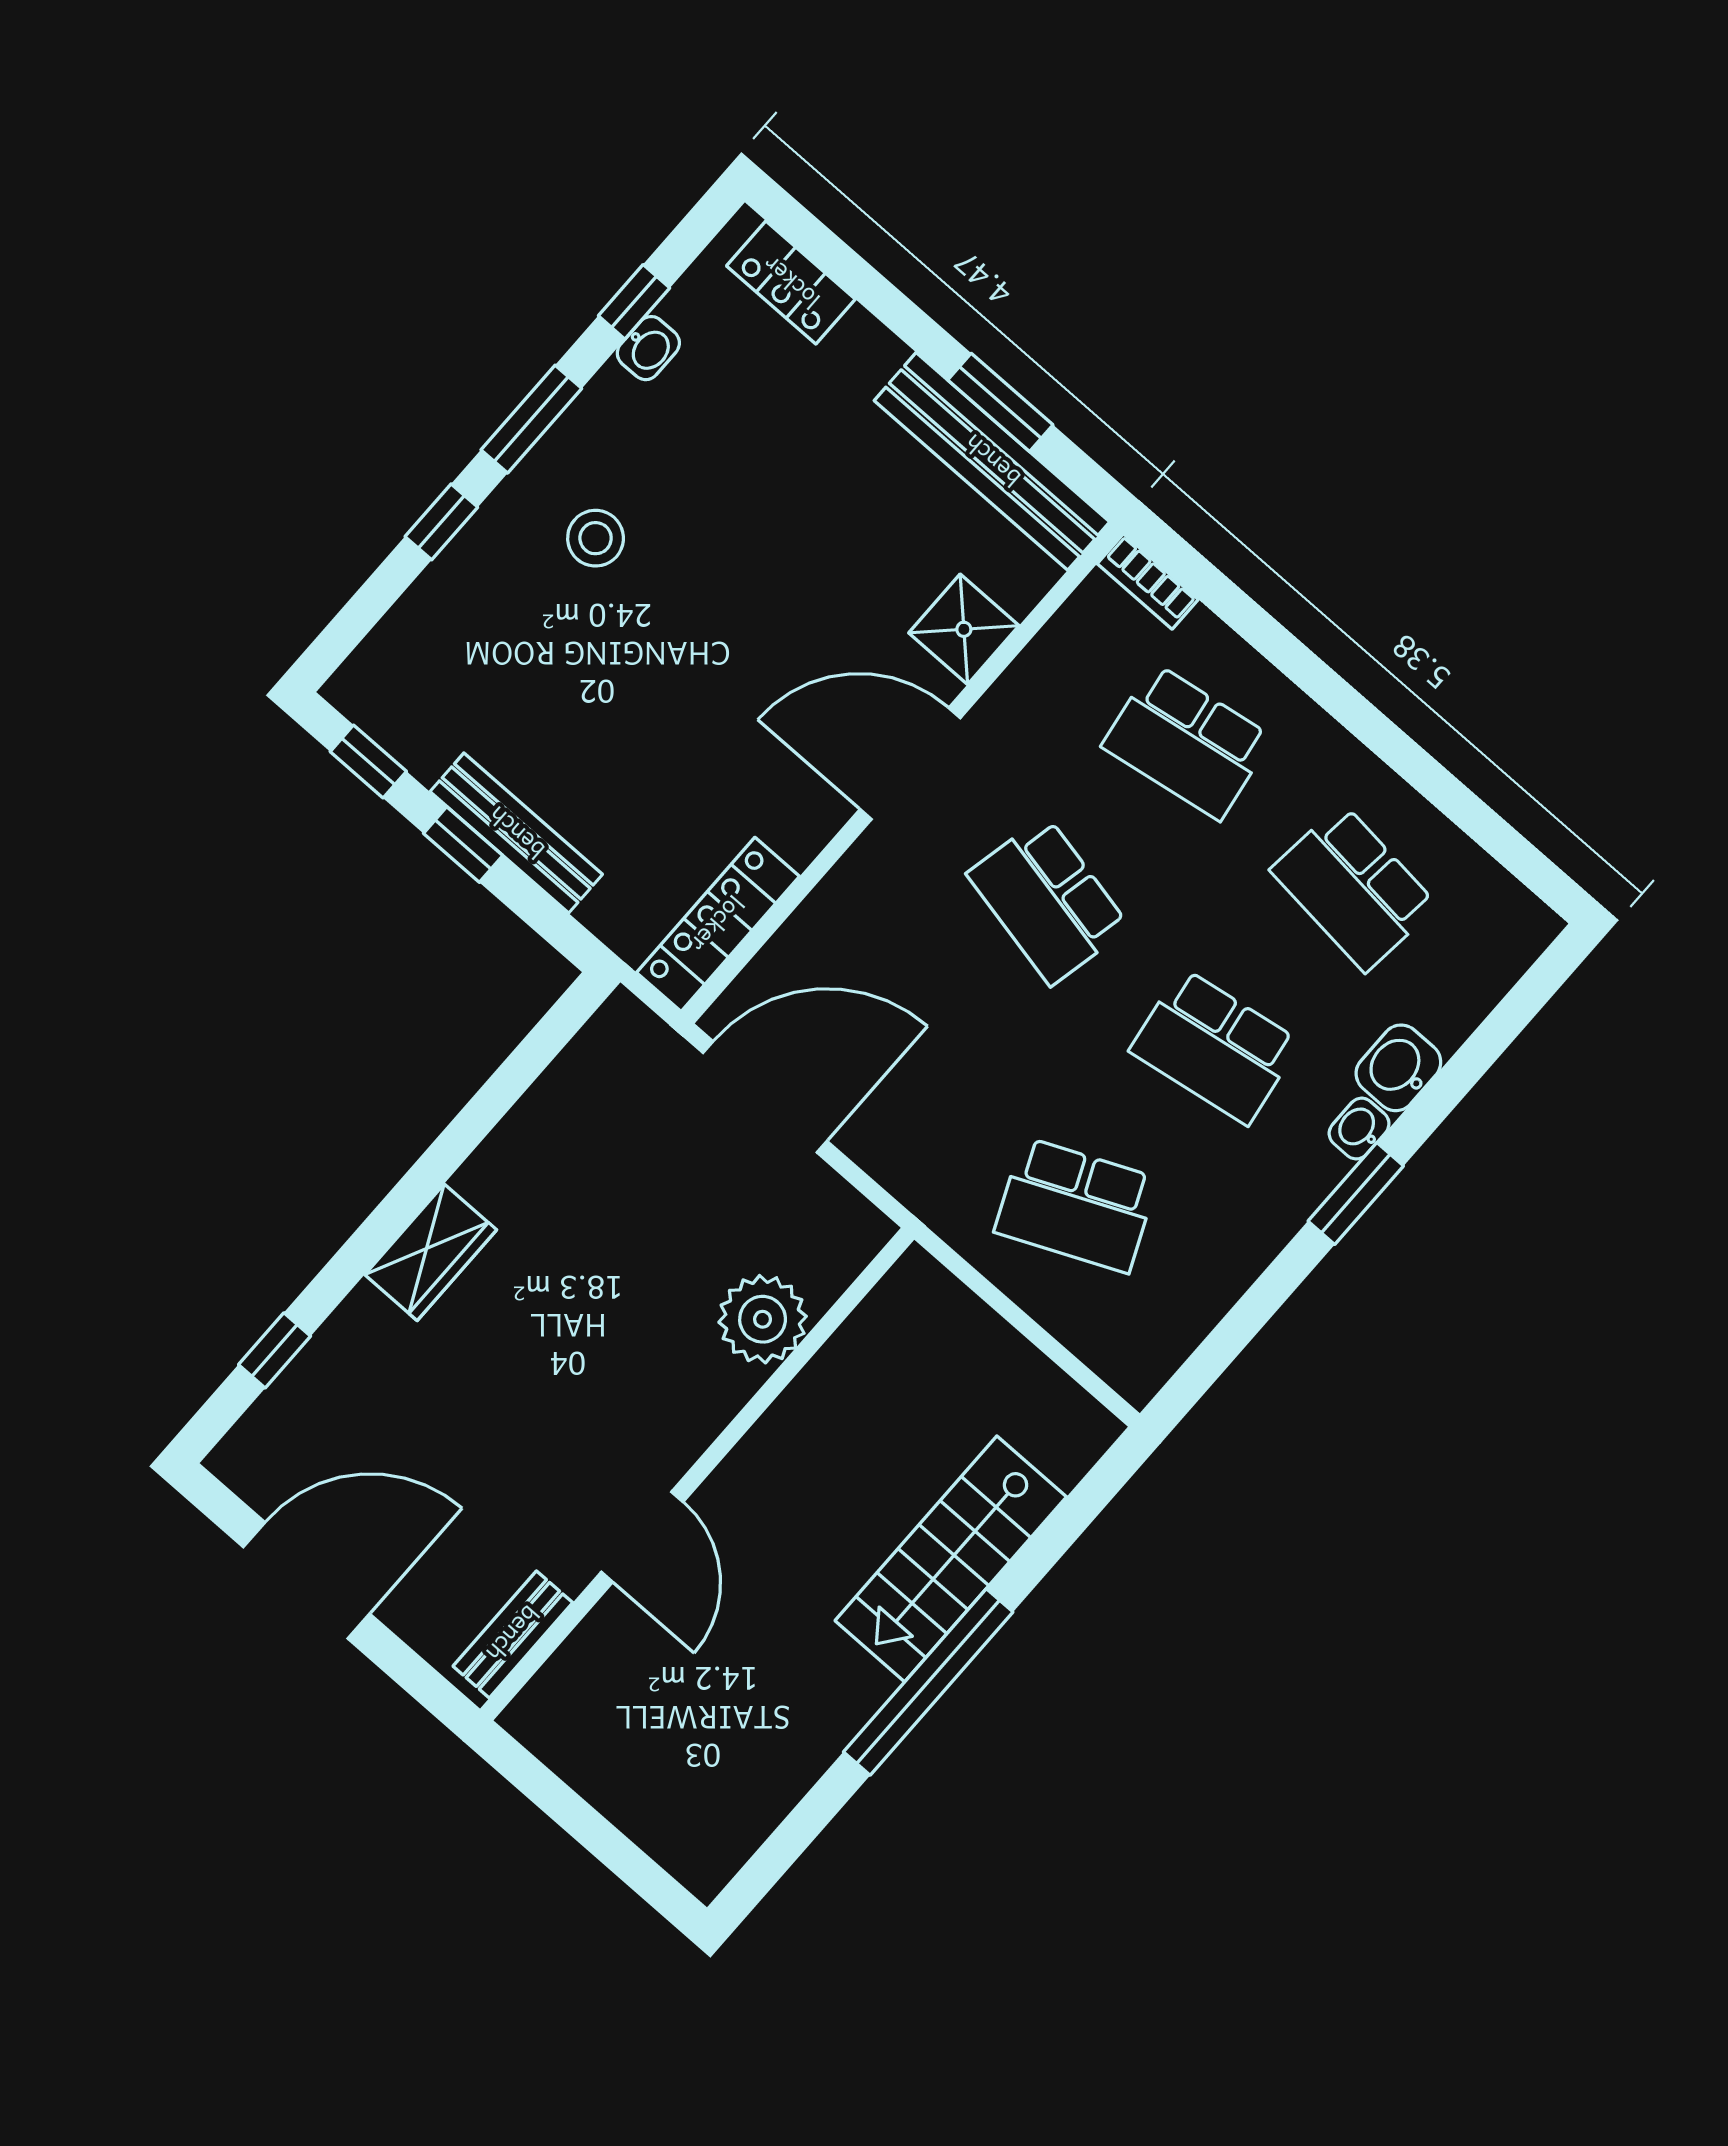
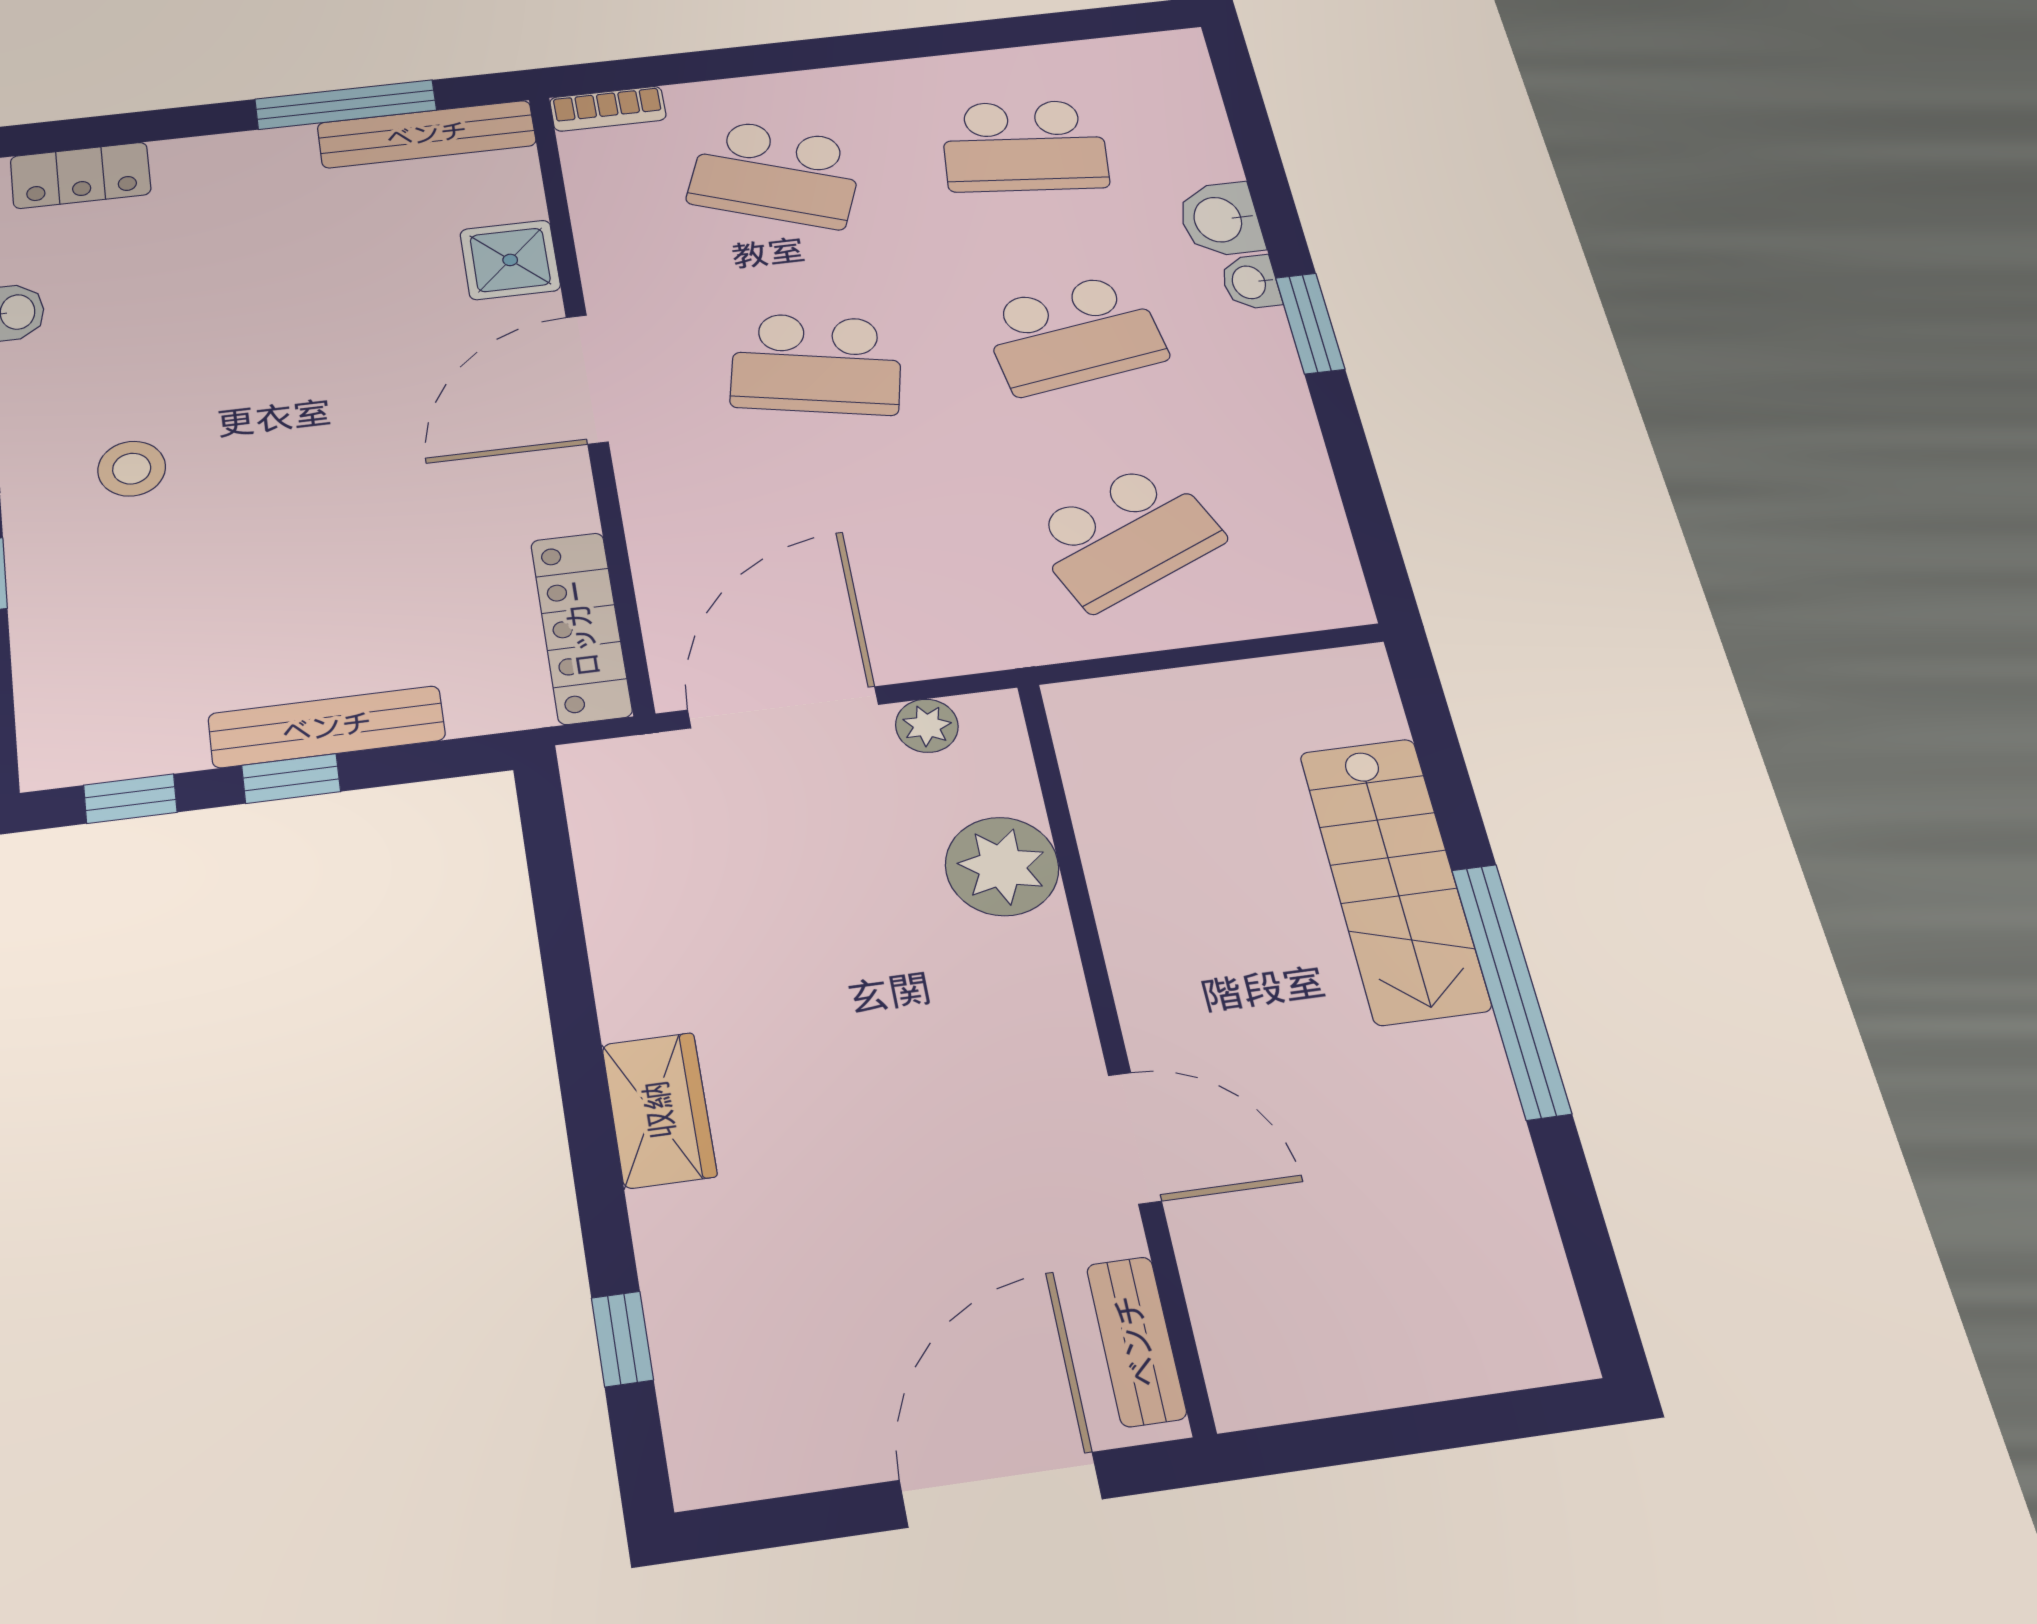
window: (1000, 402) -> (346, 105), width x1.44
bench: (992, 461) -> (427, 134), width x0.73, depth x0.82
school desk: (1187, 742) -> (776, 174), turned 30
plant: (826, 1195) -> (927, 726), added
door: (306, 1580) -> (1001, 1490), moved

